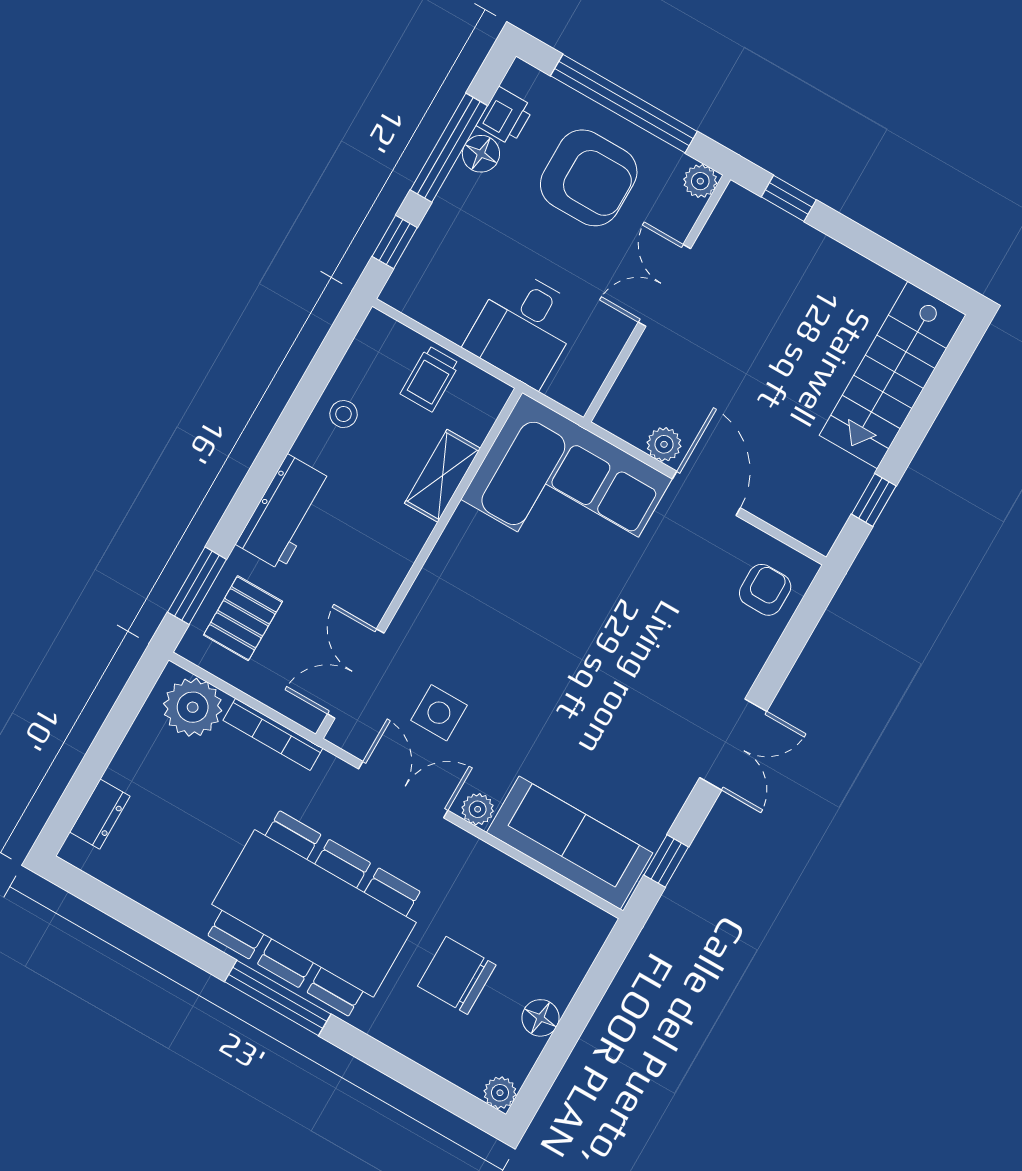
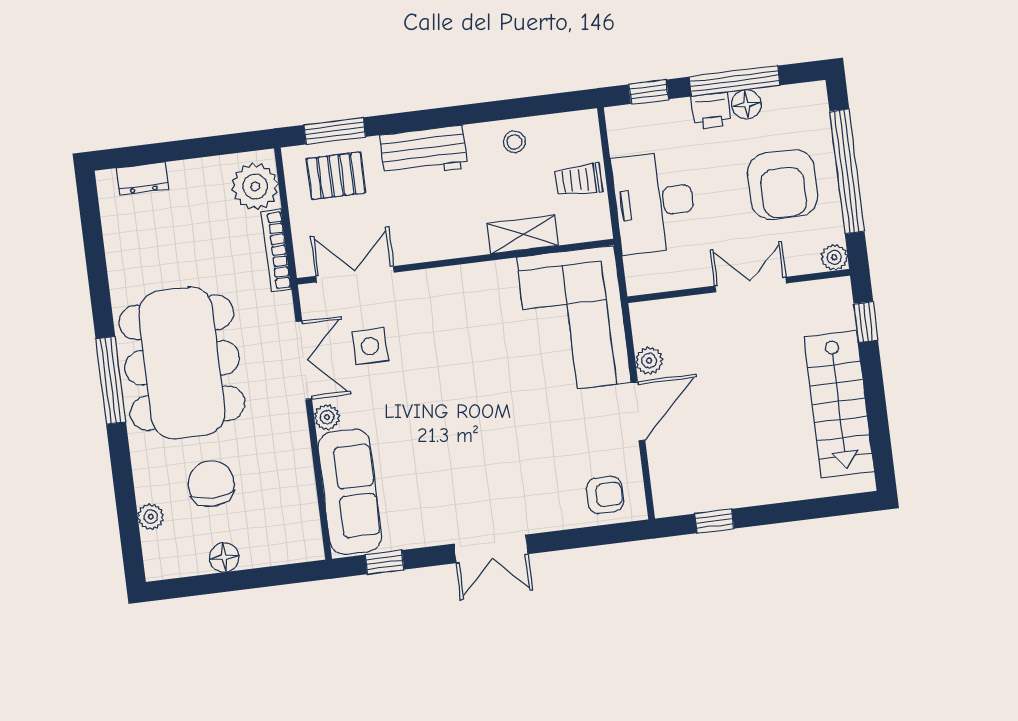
printer: (505, 116) -> (711, 111), moved
desk: (524, 328) -> (654, 202), width x1.37
stairs: (893, 375) -> (839, 404), moved, turned -90
plant: (500, 1093) -> (151, 517), moved

